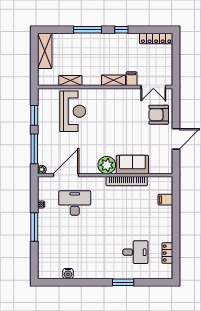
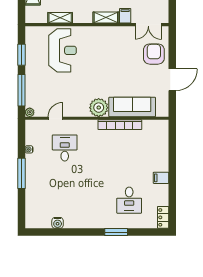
armchair: (159, 115) -> (154, 54), turned 90
sofa: (132, 164) -> (132, 107), width x1.36
door: (66, 175) -> (55, 118), width x0.53
filing cabinet: (165, 200) -> (161, 178), moved
desk: (75, 203) -> (65, 148), width x0.73
desk: (135, 252) -> (129, 200), turned 90
locker: (167, 253) -> (163, 217), moved

